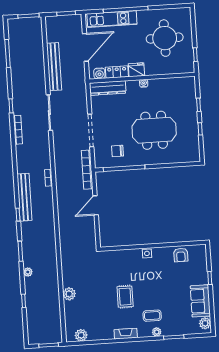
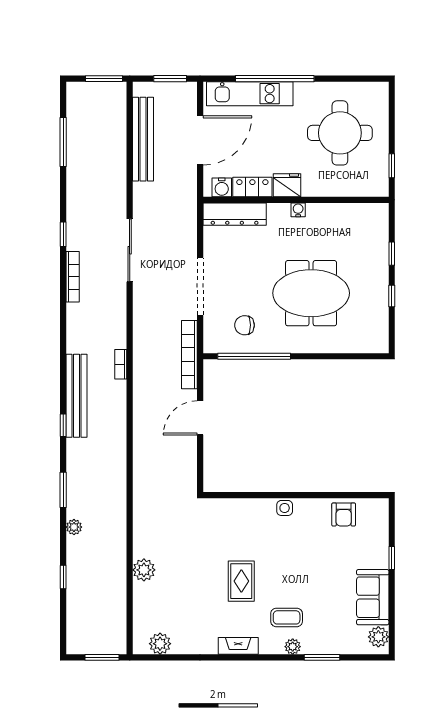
bench: (54, 67) -> (143, 139), moved

